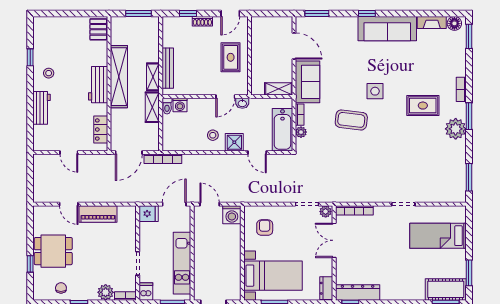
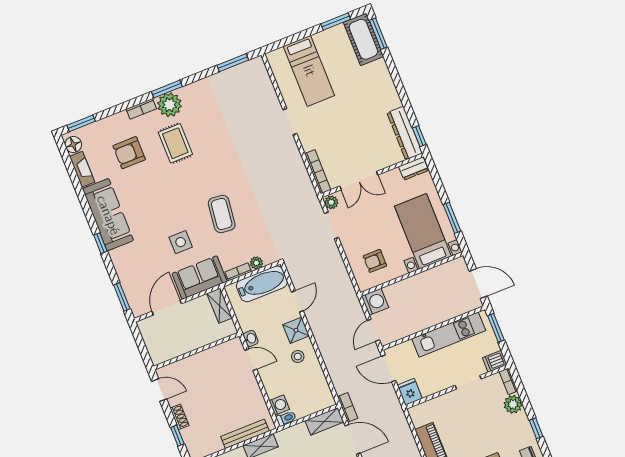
rug: (231, 57) -> (206, 371), removed
armchair: (430, 65) -> (129, 153), added
side table: (375, 91) -> (181, 242), moved
shelving: (152, 107) -> (324, 421), moved
plant: (456, 129) -> (170, 105), moved
bookcase: (163, 159) -> (348, 407), width x0.64

